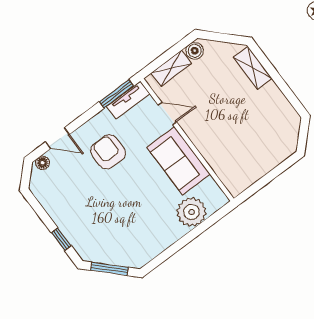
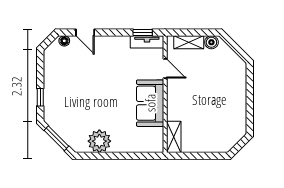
shelving: (253, 68) -> (174, 137), moved
window: (116, 94) -> (143, 32), width x0.67
armchair: (108, 152) -> (110, 65), removed
plant: (191, 212) -> (99, 141), moved

